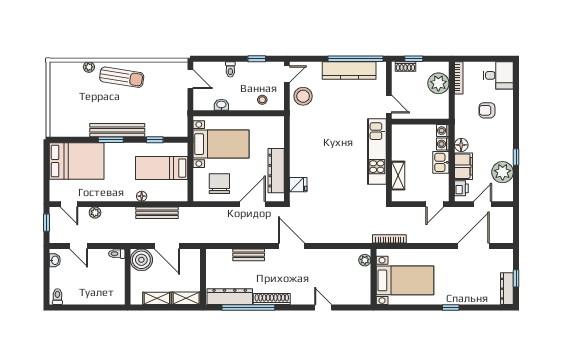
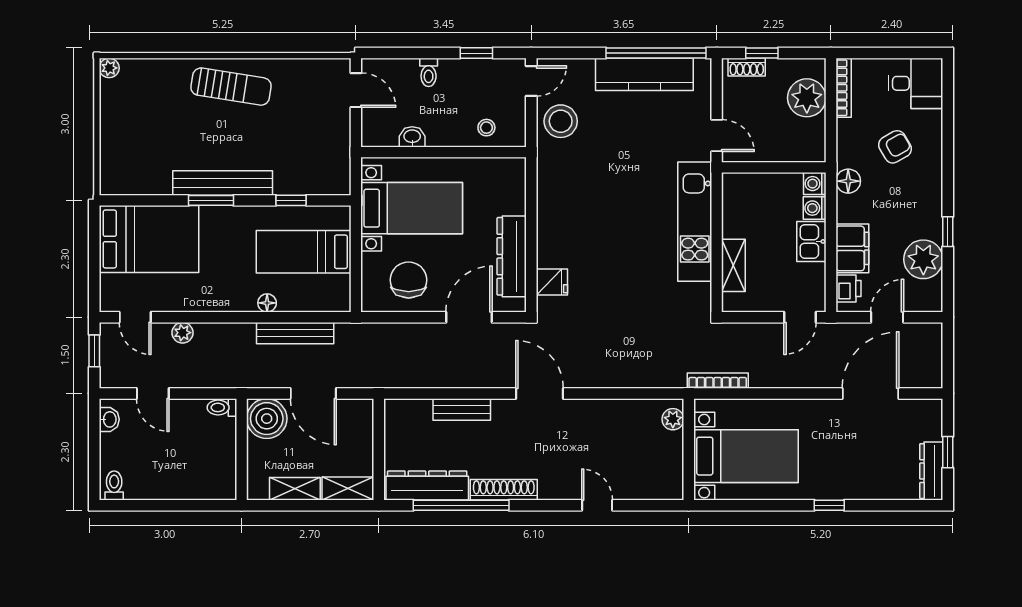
plant: (89, 67) -> (109, 68), moved
armchair: (487, 110) -> (895, 147), turned 150
floor lamp: (461, 145) -> (848, 181), moved

